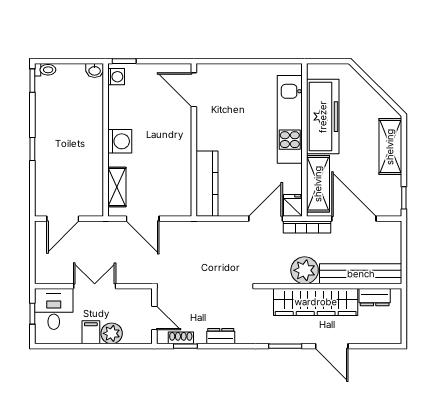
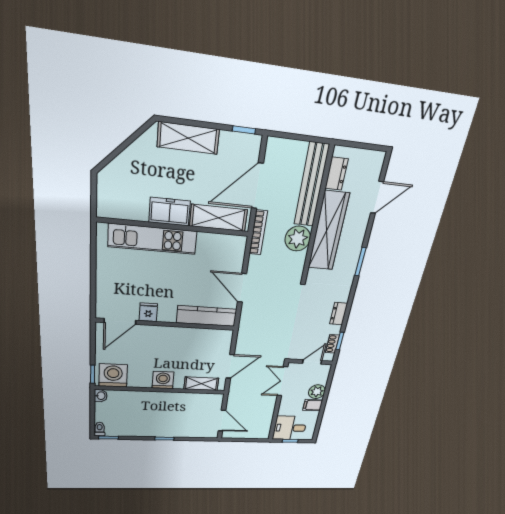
washing machine: (116, 77) -> (113, 375), width x1.89, depth x1.89
freezer: (323, 117) -> (170, 212), width x0.52, depth x0.79
fridge: (293, 205) -> (148, 312), moved, turned 90
door: (266, 219) -> (242, 288), moved
double door: (95, 286) -> (282, 381), moved
door: (332, 346) -> (377, 197), moved

